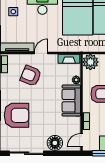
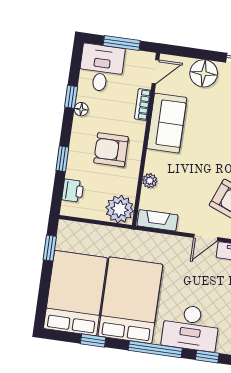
sofa: (71, 101) -> (167, 123), moved

